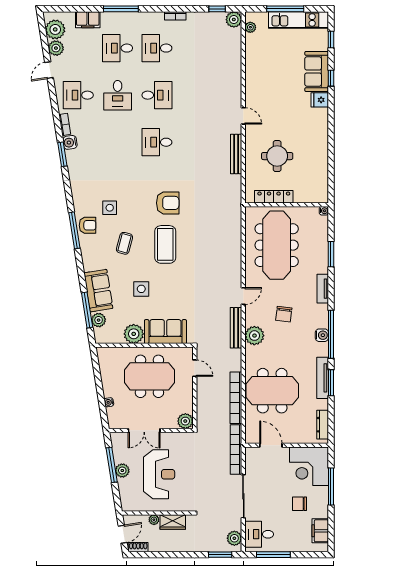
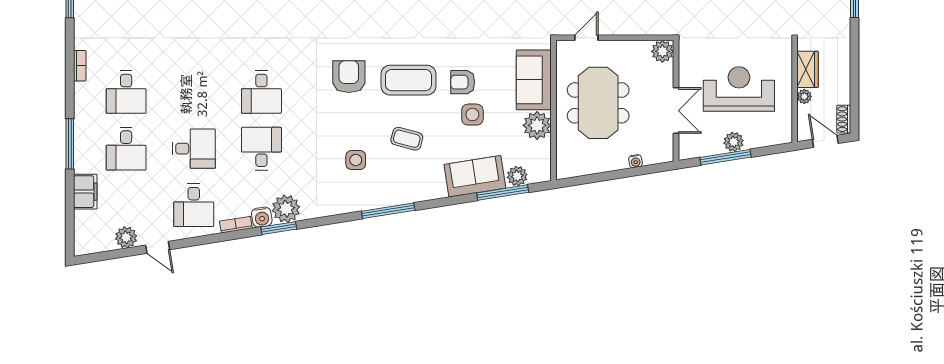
plant: (55, 29) -> (286, 209), moved
desk: (157, 95) -> (261, 149), moved
armchair: (88, 225) -> (463, 82), moved, turned -90

